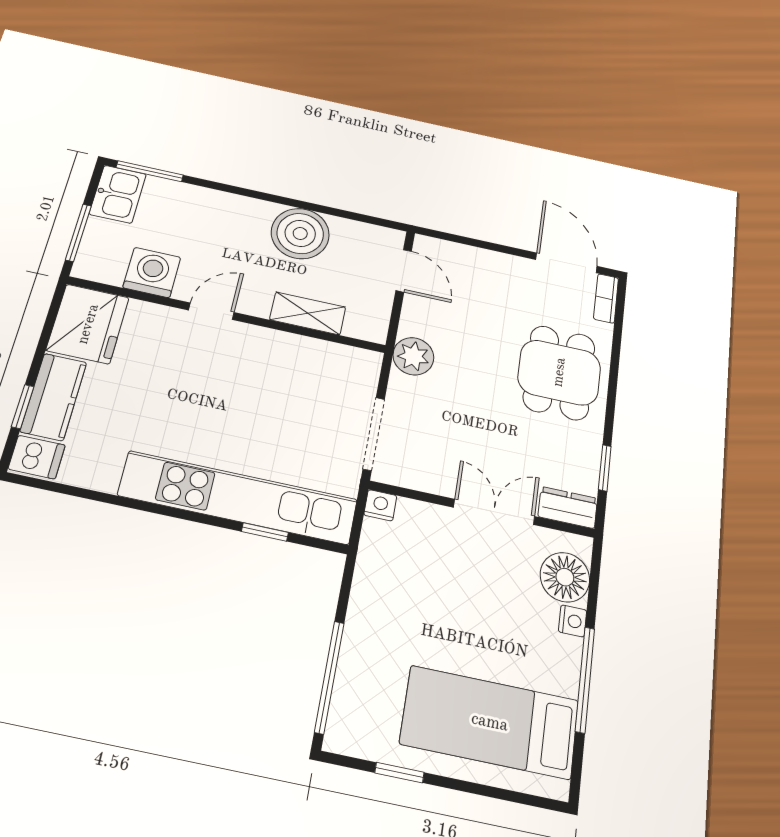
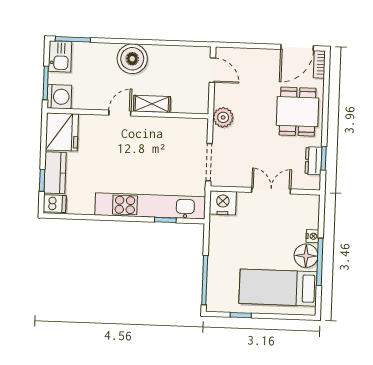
boiler: (300, 233) -> (132, 59), moved
door: (566, 263) -> (297, 48), swing flipped
washing machine: (152, 272) -> (59, 97), moved, turned 90
shelving: (308, 313) -> (152, 104), moved
nightstand: (380, 505) -> (223, 203), width x1.89, depth x1.79
dresser: (568, 507) -> (313, 161), moved, turned -90
floor lamp: (565, 577) -> (306, 256), moved

